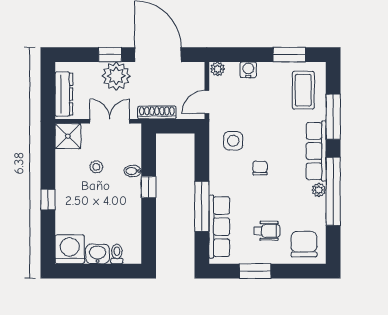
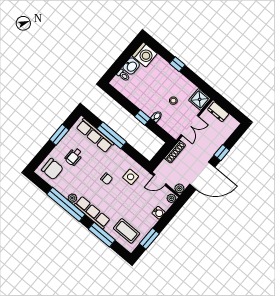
plant: (116, 76) -> (179, 188), moved, width x0.53, depth x0.53
dresser: (64, 94) -> (218, 112), width x0.70
door: (207, 102) -> (160, 180), swing flipped

